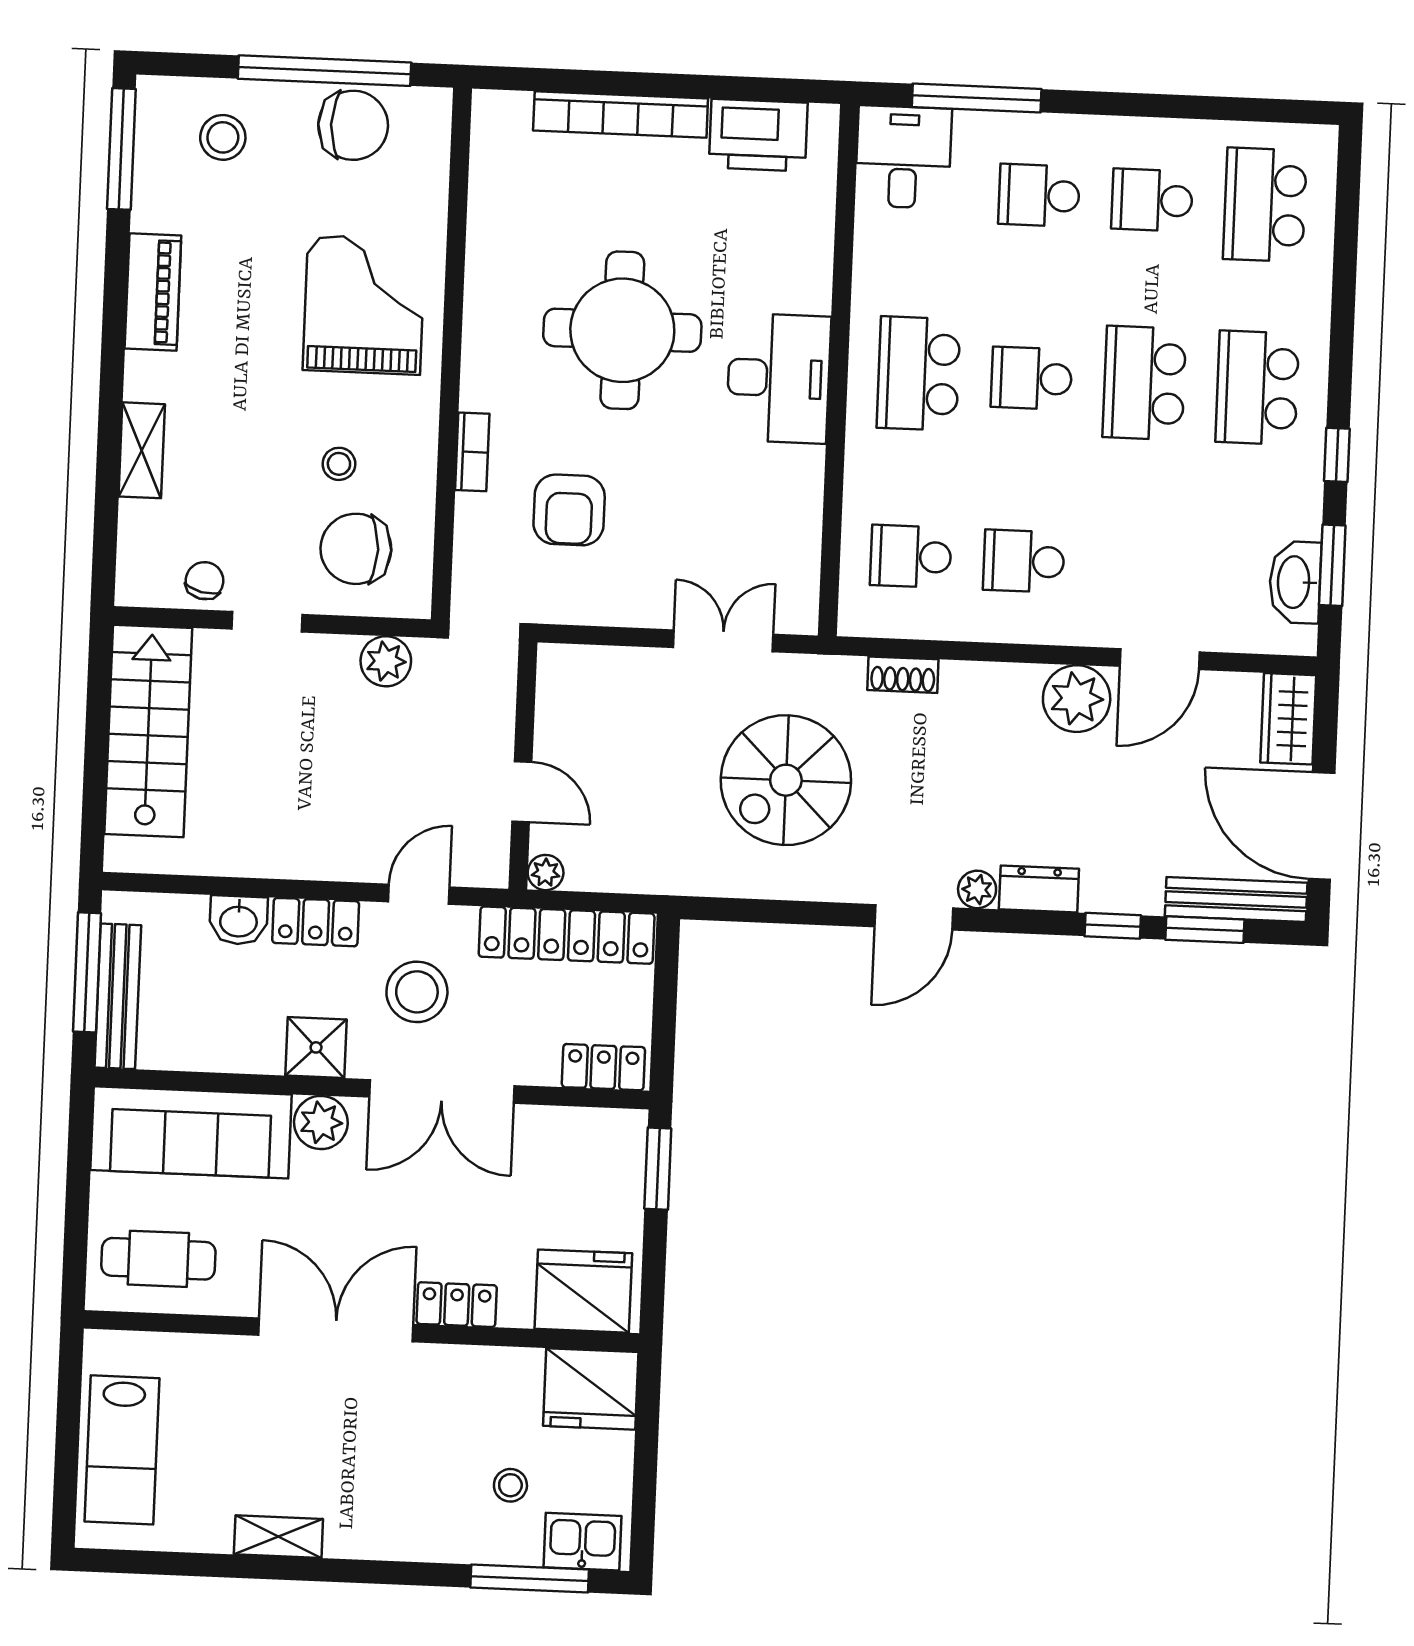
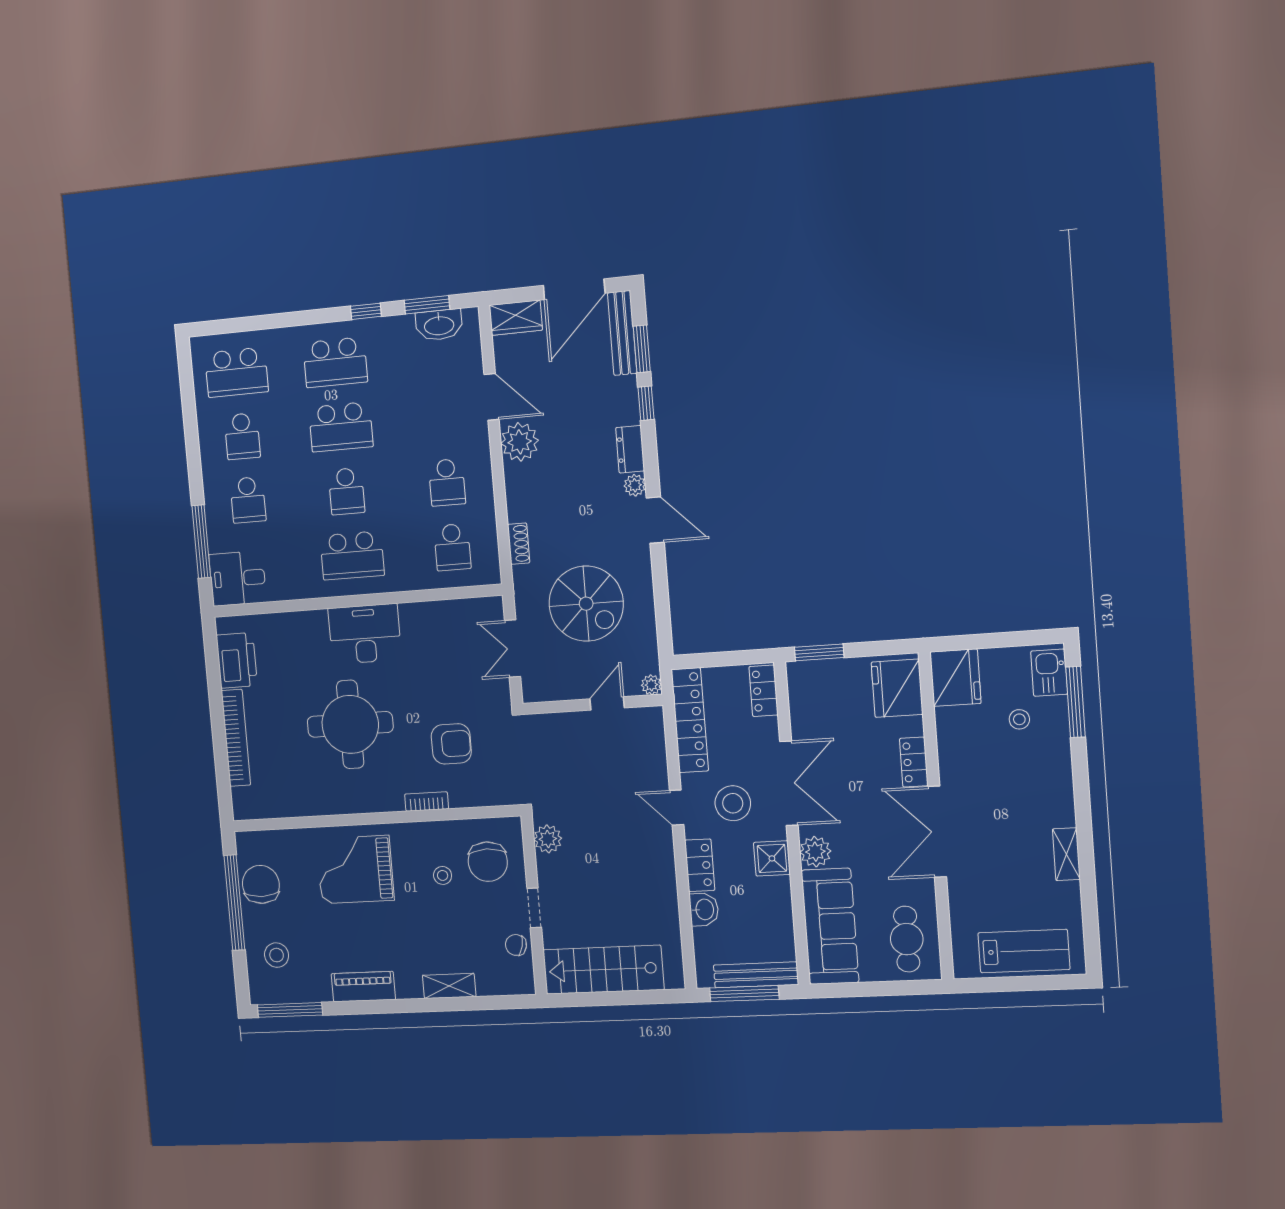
wall: (523, 766) -> (592, 704), moved
door: (522, 792) -> (607, 703), moved
plant: (546, 873) -> (651, 685), moved

